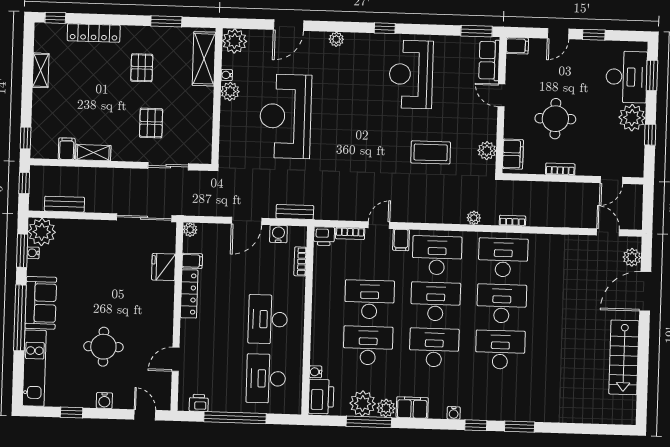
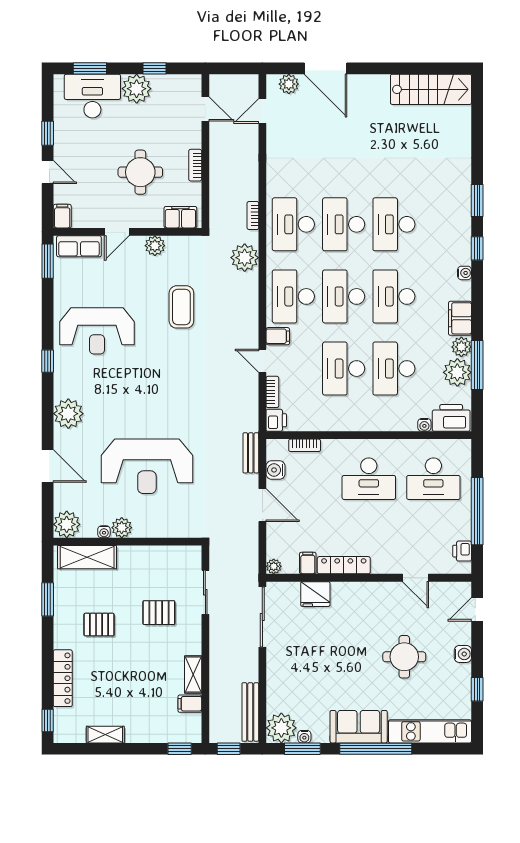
plant: (336, 39) -> (68, 414), width x1.88, depth x1.88
plant: (487, 151) -> (155, 246), moved
bench: (64, 204) -> (250, 712), width x1.36
plant: (474, 218) -> (245, 258), width x1.88, depth x1.88
stairs: (624, 357) -> (431, 89), moved

